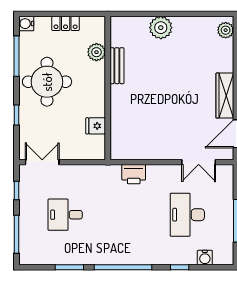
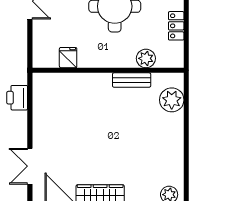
plant: (161, 28) -> (172, 100), moved

